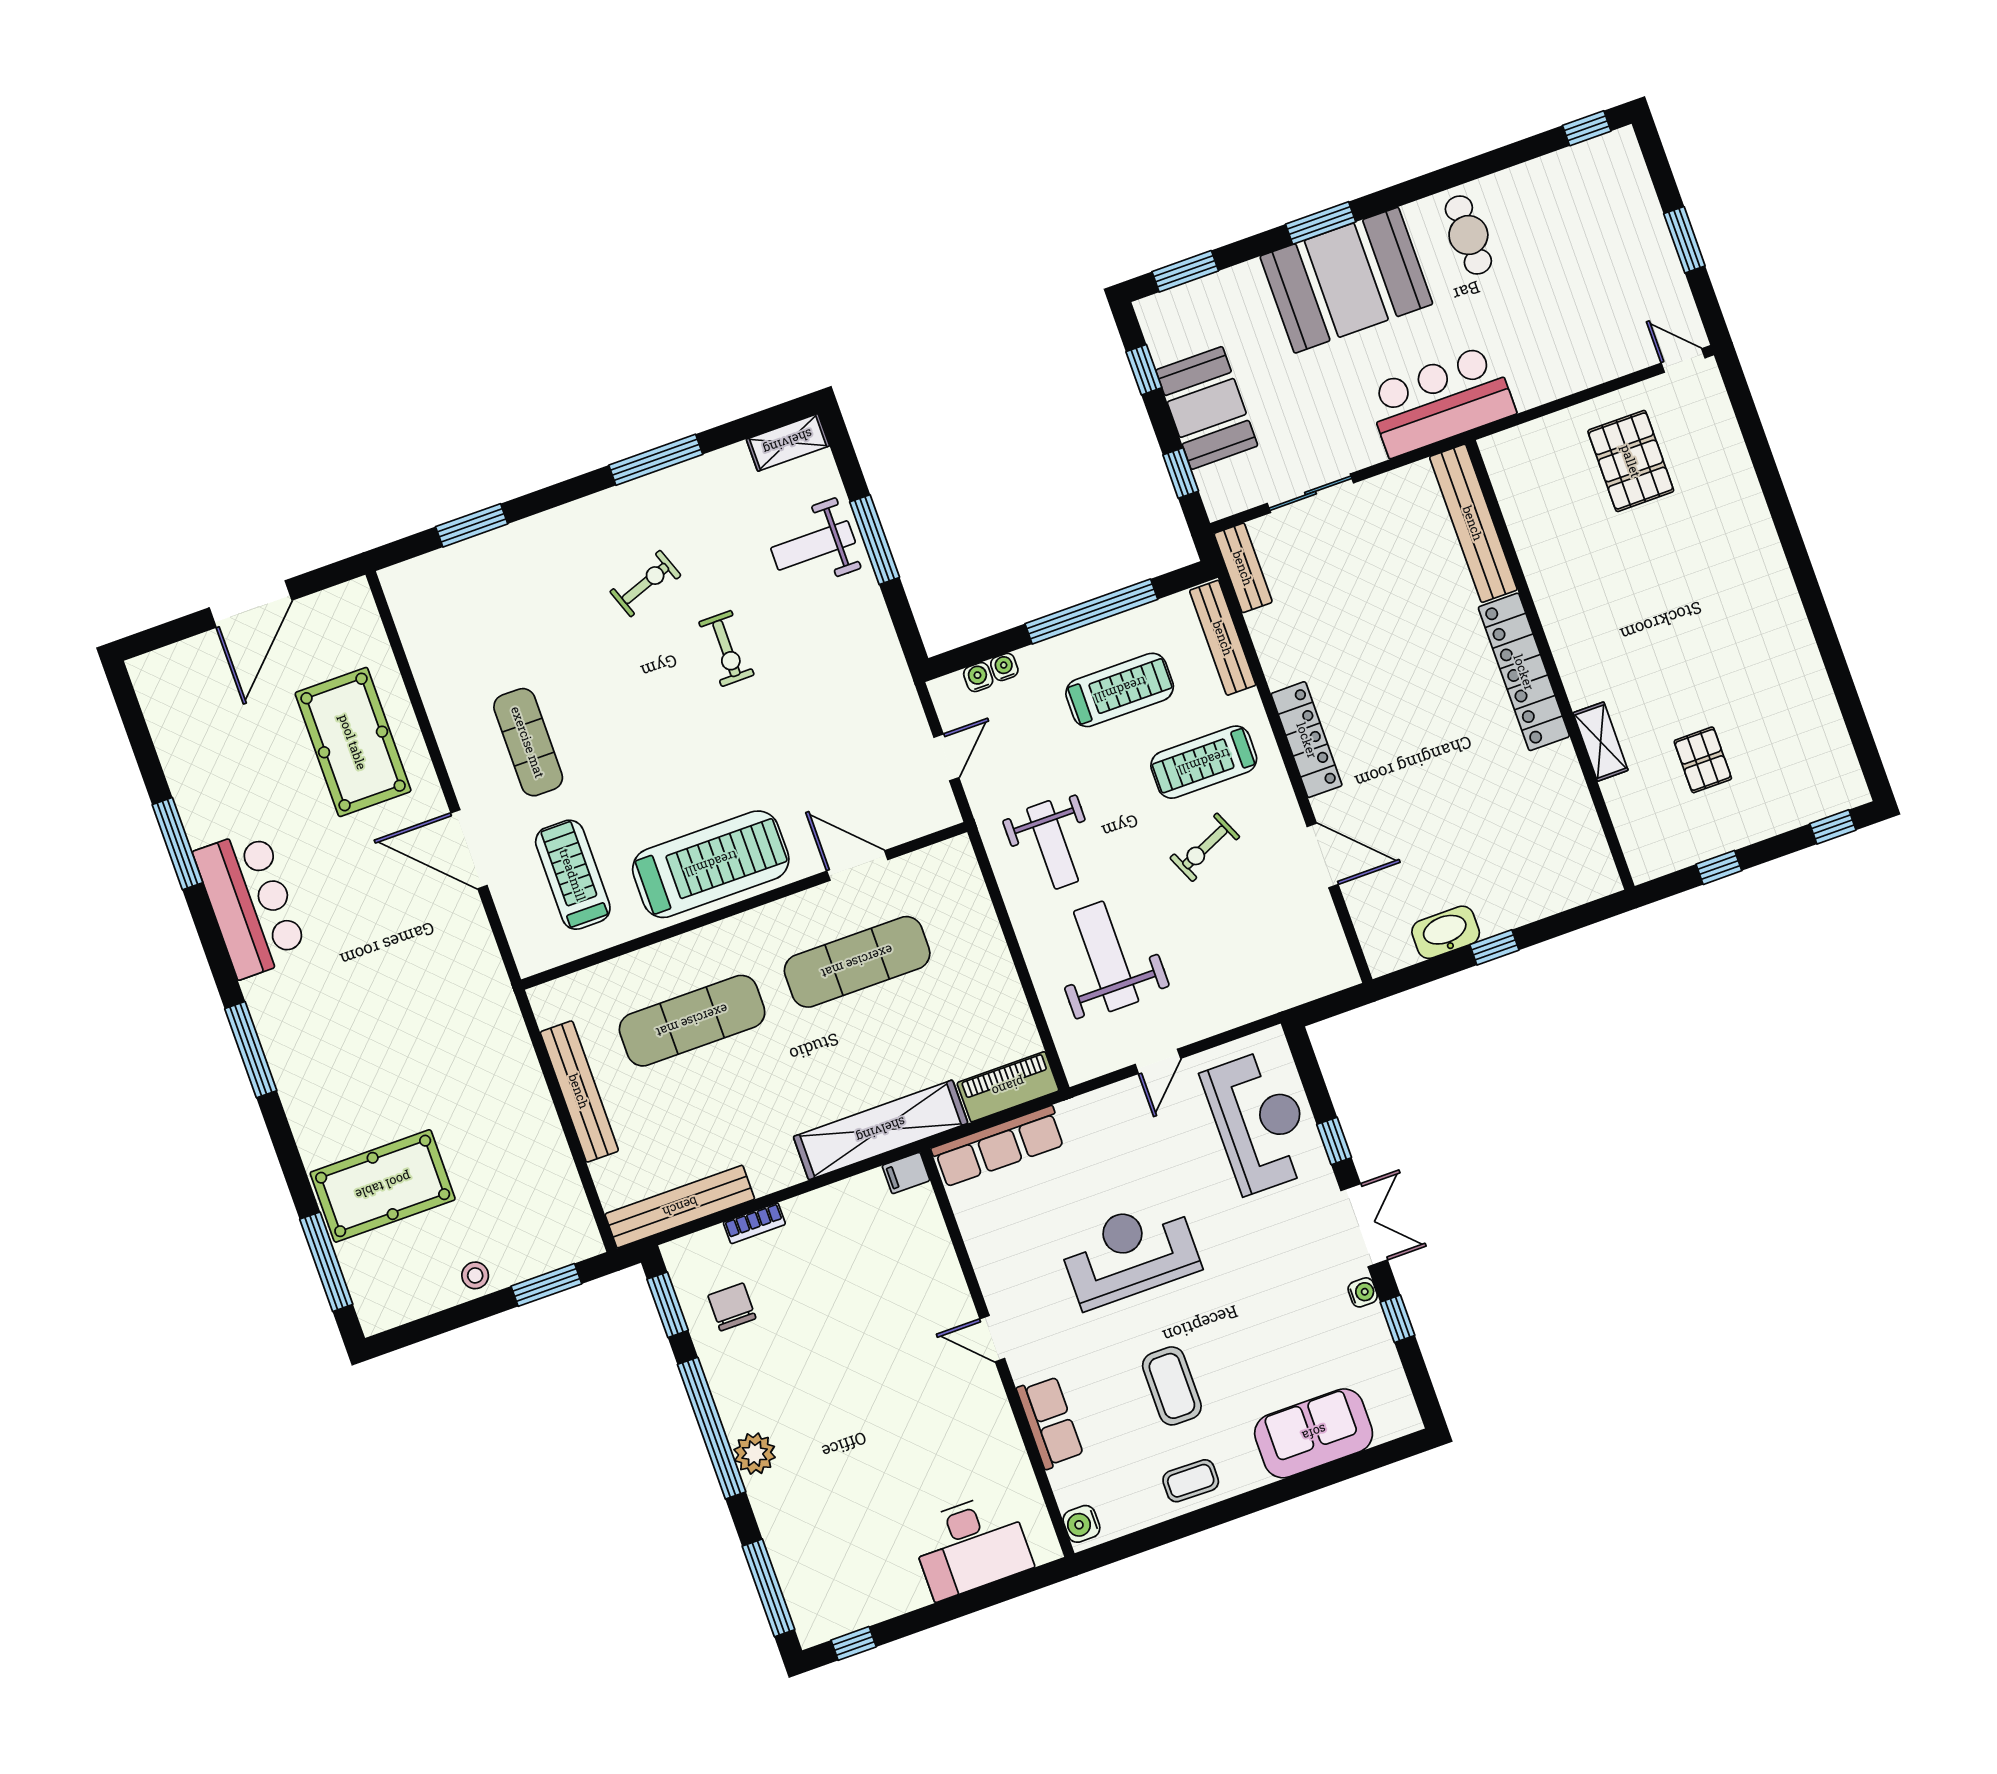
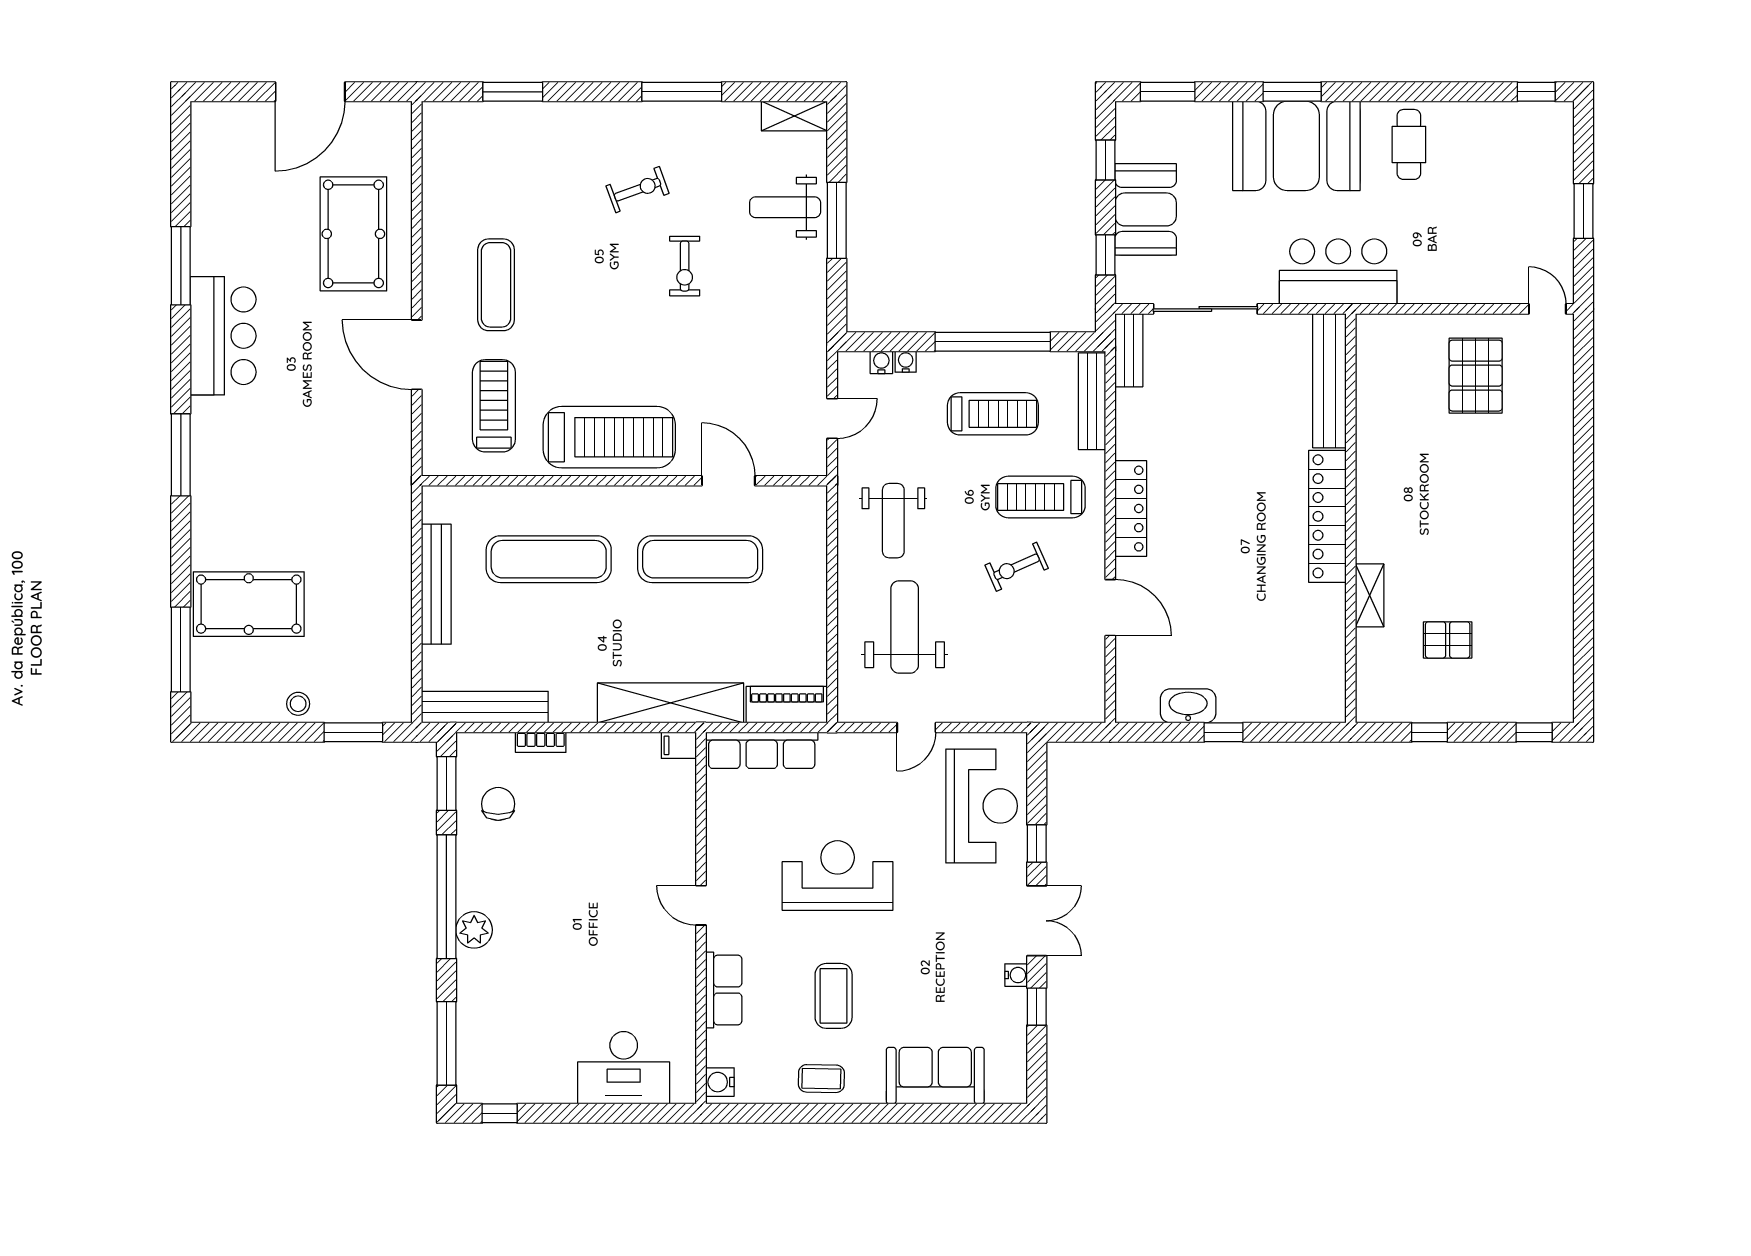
sliding door: (1310, 493) -> (1205, 309), width x1.37
pallet: (1703, 760) -> (1448, 640), turned 90

